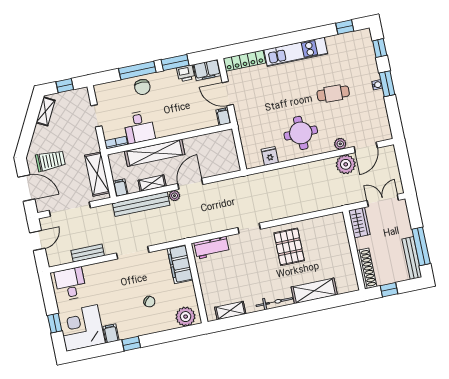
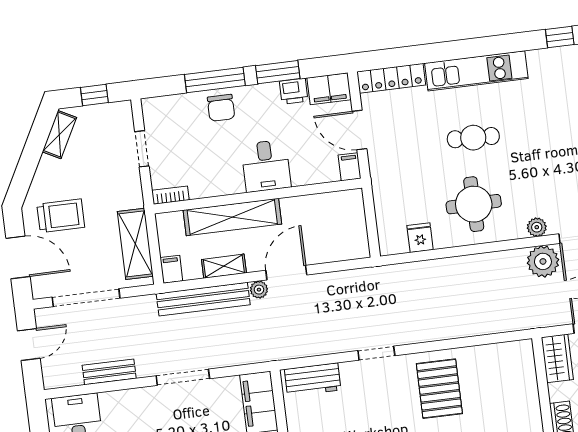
cafe table: (333, 93) -> (473, 138), moved
desk: (139, 127) -> (266, 166), moved

